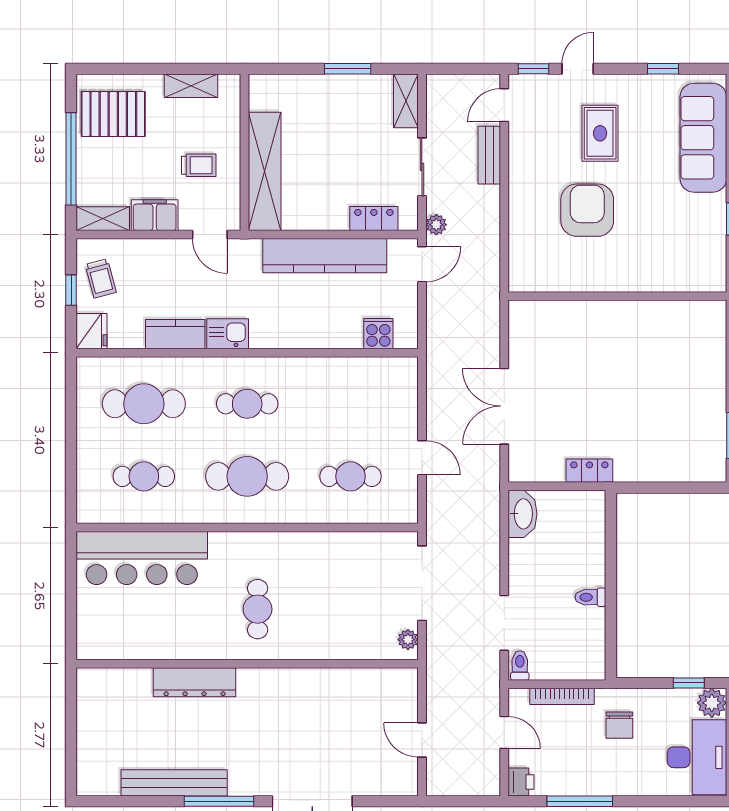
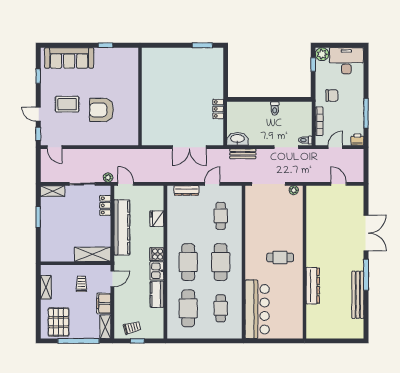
bench: (489, 155) -> (243, 154), moved
shelving: (265, 171) -> (93, 254), width x0.68
fridge: (91, 331) -> (157, 219), moved, turned -90
cooker: (378, 334) -> (157, 254), moved
dresser: (407, 400) -> (186, 190), added
cafe table: (247, 404) -> (188, 262), width x1.37, depth x1.35
door: (422, 740) -> (339, 184), swing flipped

